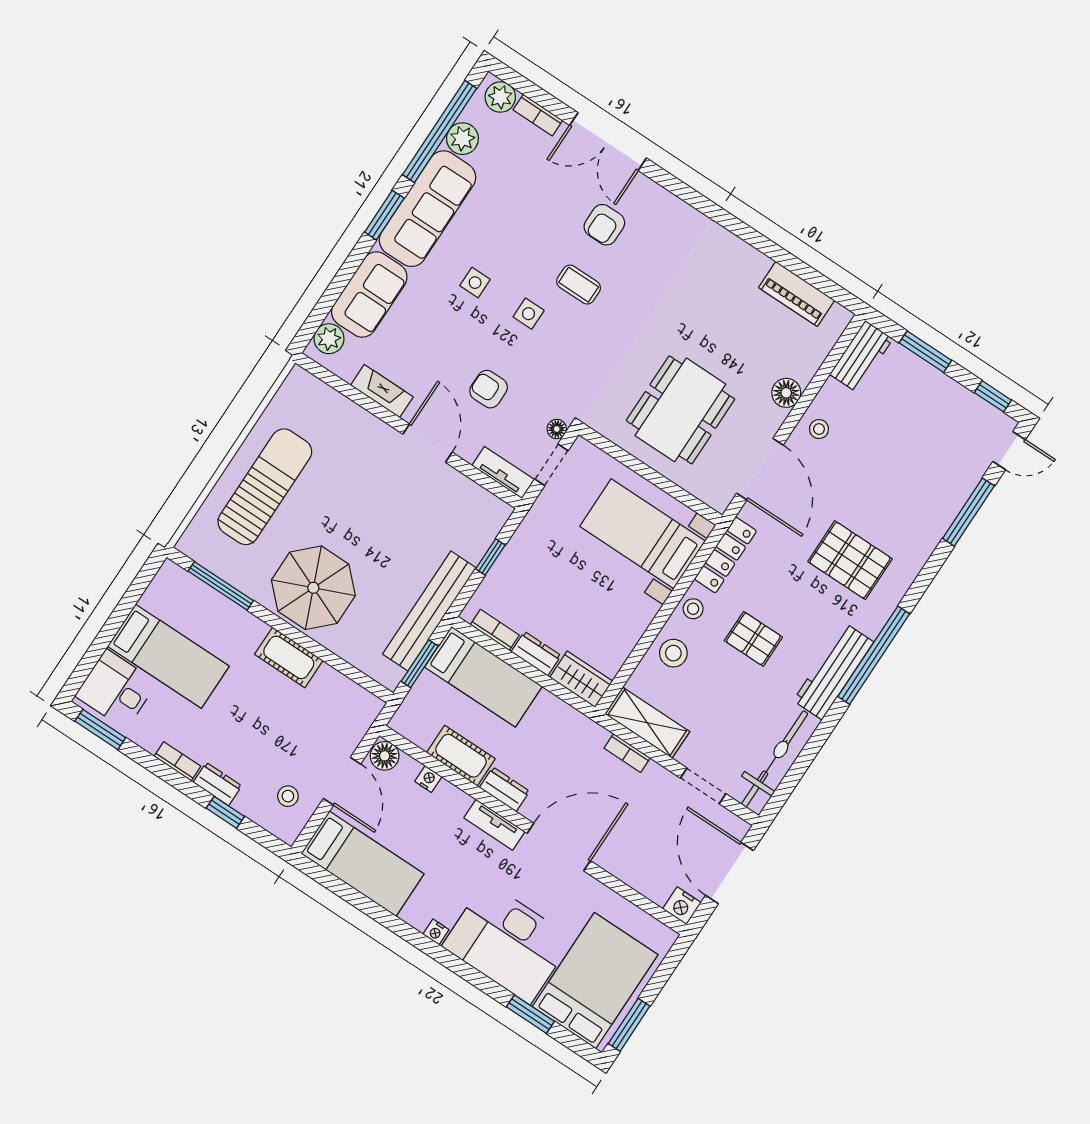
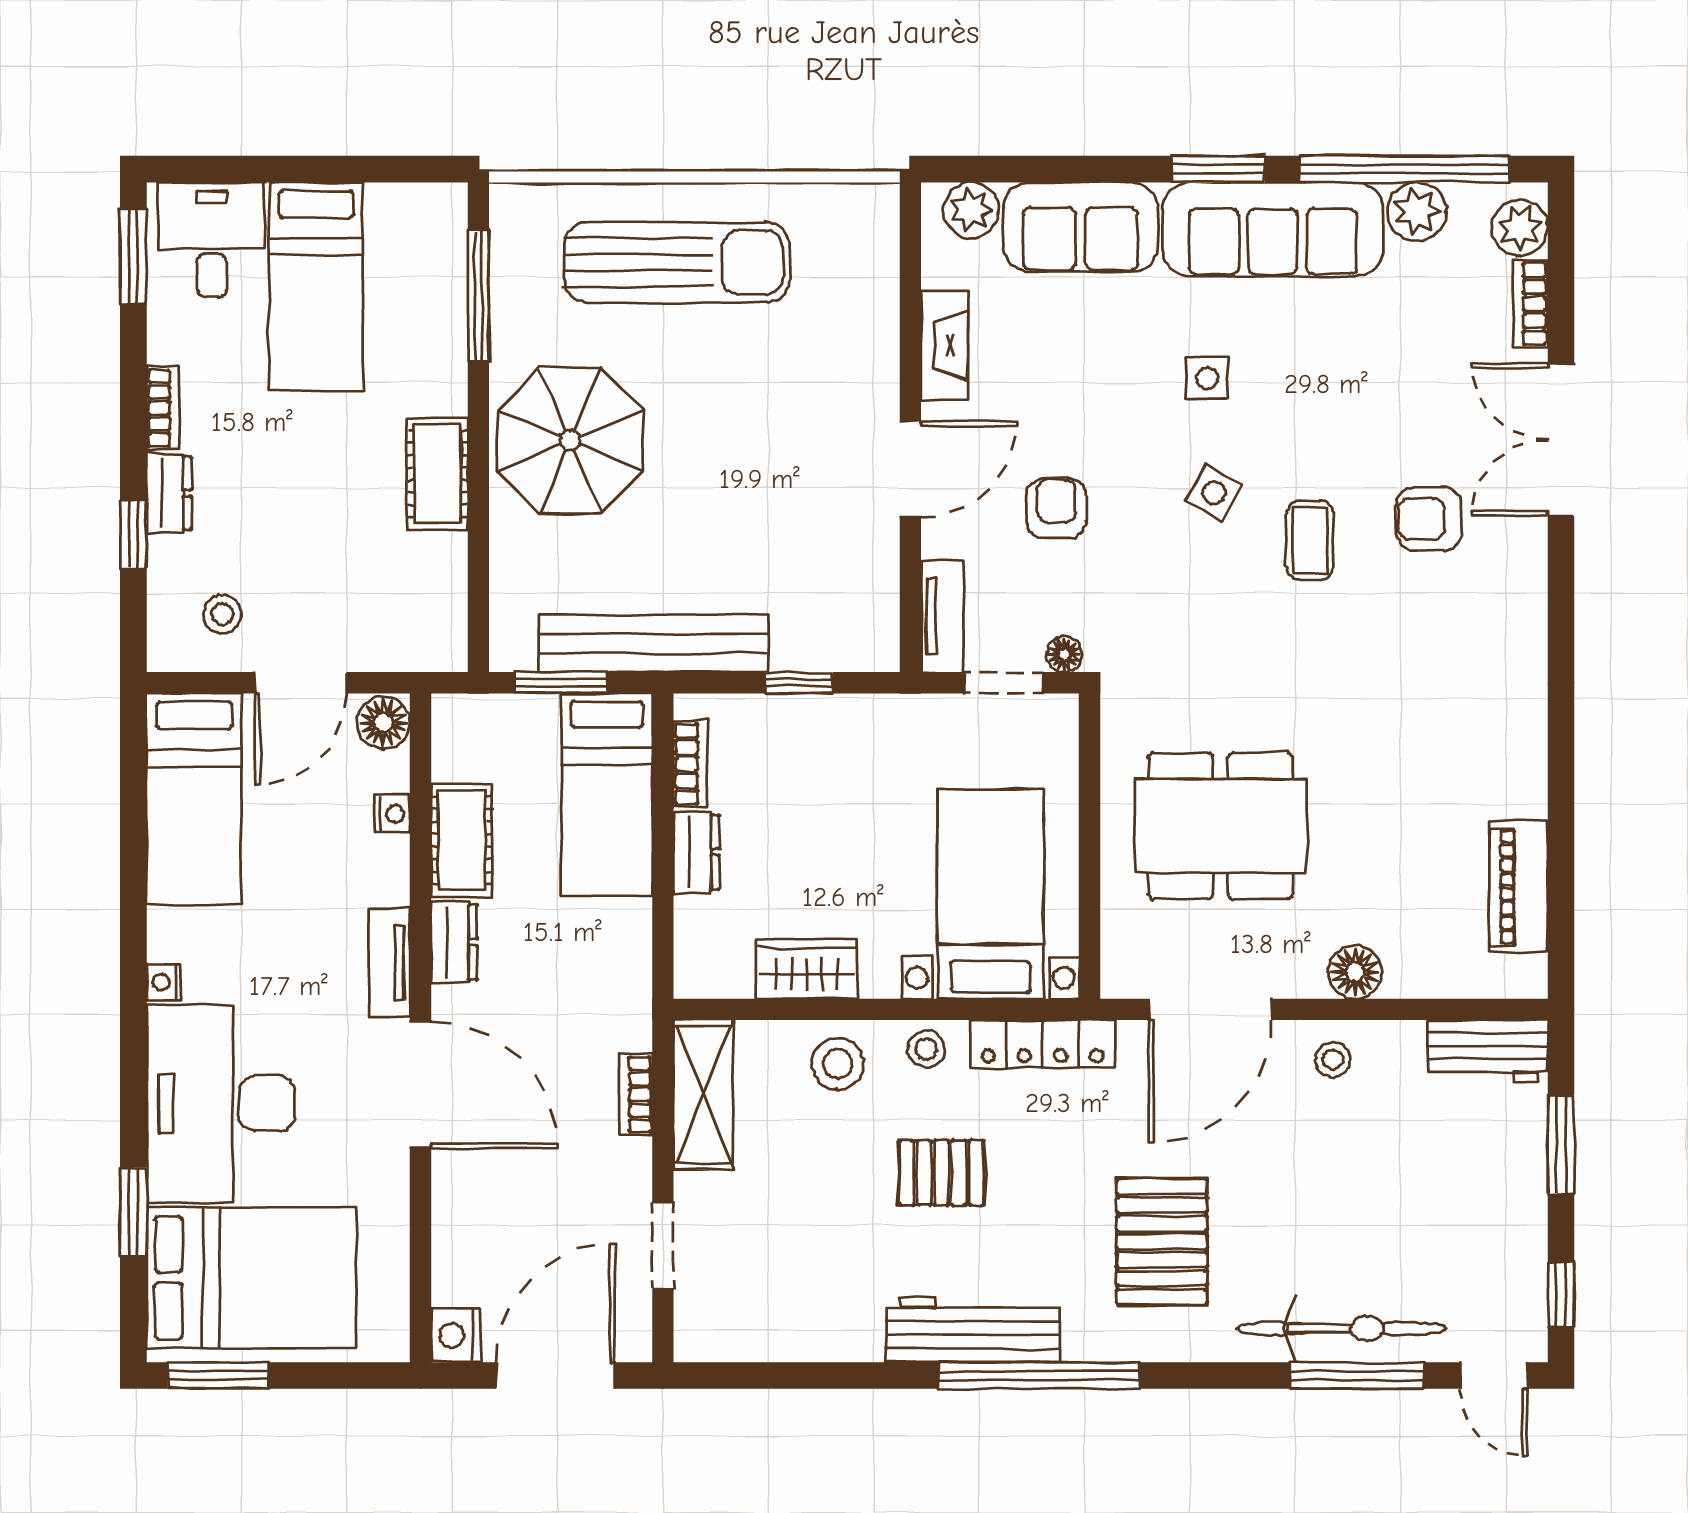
side table: (529, 314) -> (1214, 493), turned 30
pallet: (753, 639) -> (941, 1173), turned 90
wardrobe: (581, 679) -> (807, 969), moved, turned -90
bicycle: (775, 759) -> (1342, 1328), moved

